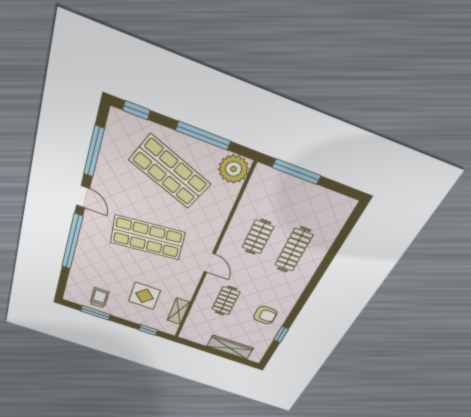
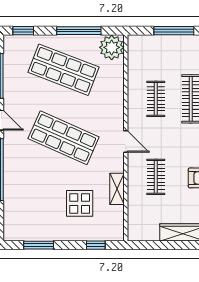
window: (297, 172) -> (174, 31), moved
shop shelf: (147, 238) -> (64, 138), turned 30
trolley: (99, 298) -> (38, 224), removed
shelving: (178, 311) -> (117, 189), moved

